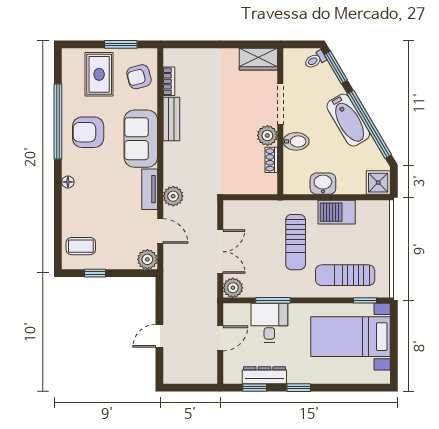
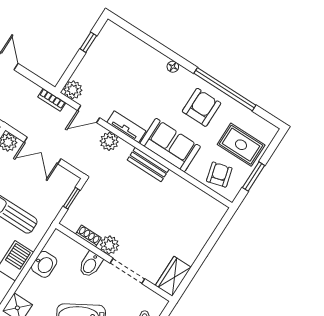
bookcase: (169, 81) -> (52, 100), moved
bench: (171, 119) -> (148, 165), moved
window: (247, 197) -> (72, 198), added
coffee table: (81, 246) -> (117, 45), removed

